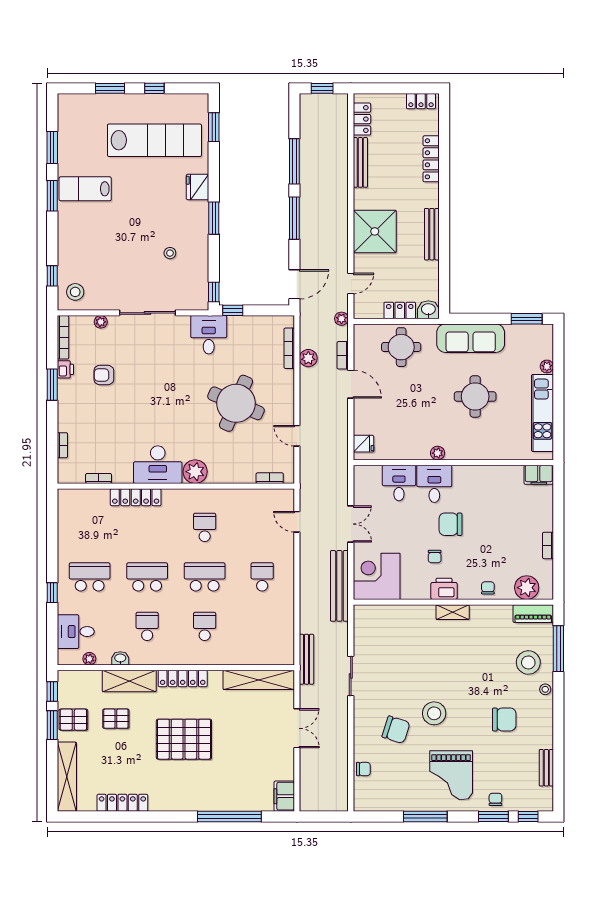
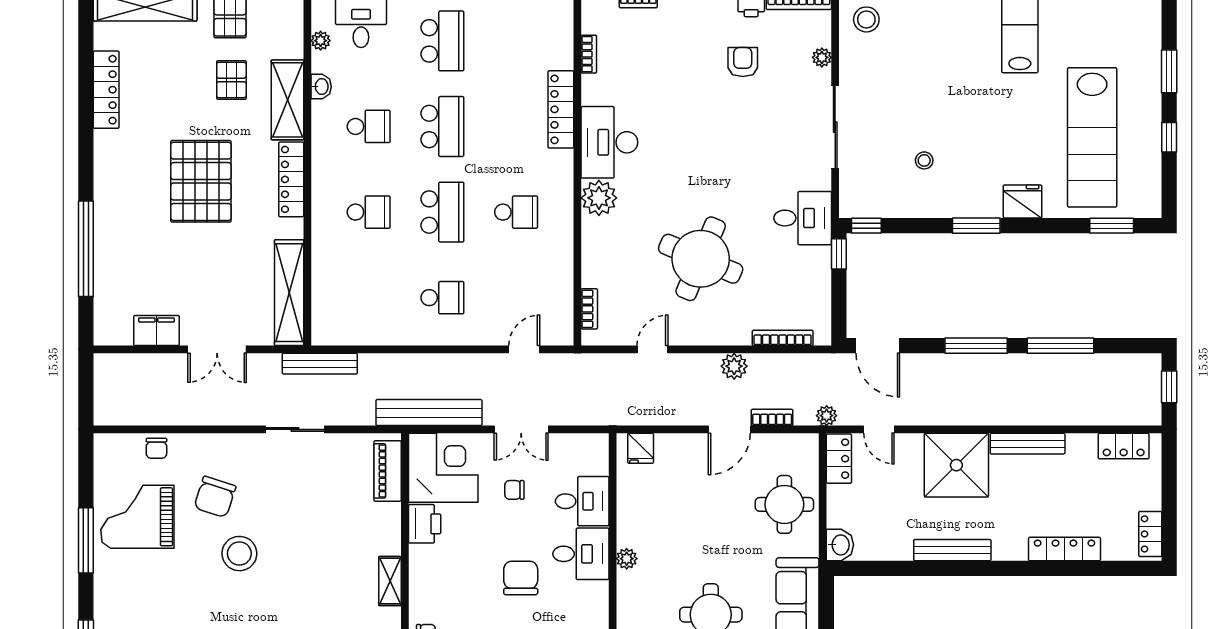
bench: (360, 162) -> (1028, 444), moved
locker: (400, 310) -> (839, 459), moved
plant: (308, 358) -> (734, 366), moved
chair: (435, 556) -> (514, 490), moved
printer: (444, 589) -> (425, 524), moved
piano: (379, 614) -> (388, 471), added
grand piano: (451, 775) -> (137, 517), moved
filing cabinet: (284, 796) -> (156, 331), moved

